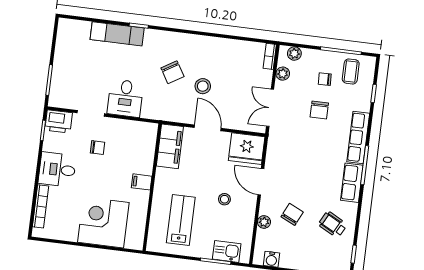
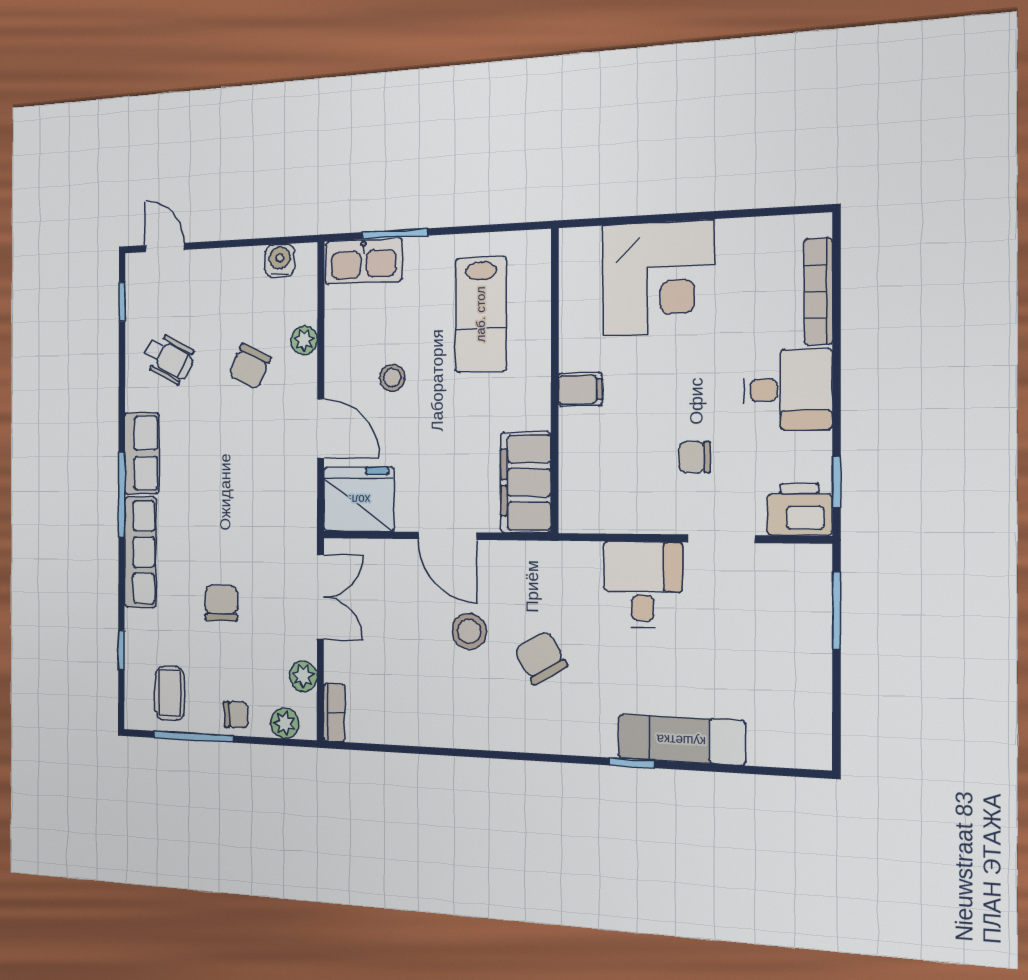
chair: (325, 79) -> (236, 715), moved
kitchen sink: (227, 251) -> (364, 261), width x1.38

